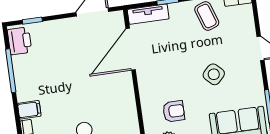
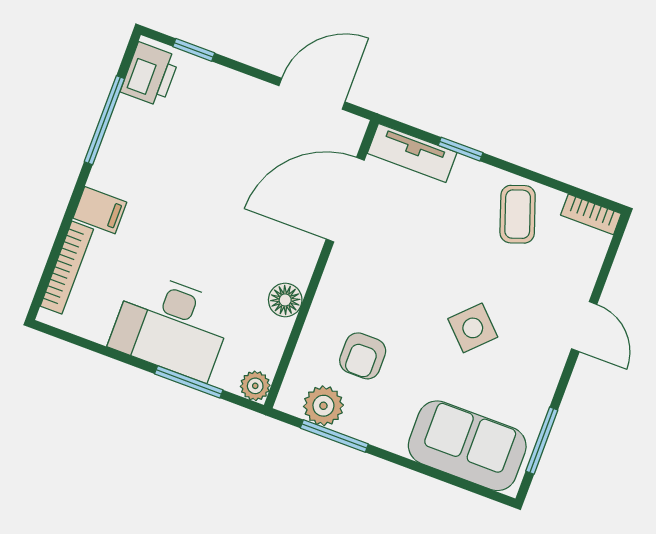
floor lamp: (128, 105) -> (285, 300), added
armchair: (174, 111) -> (363, 356), turned 90

